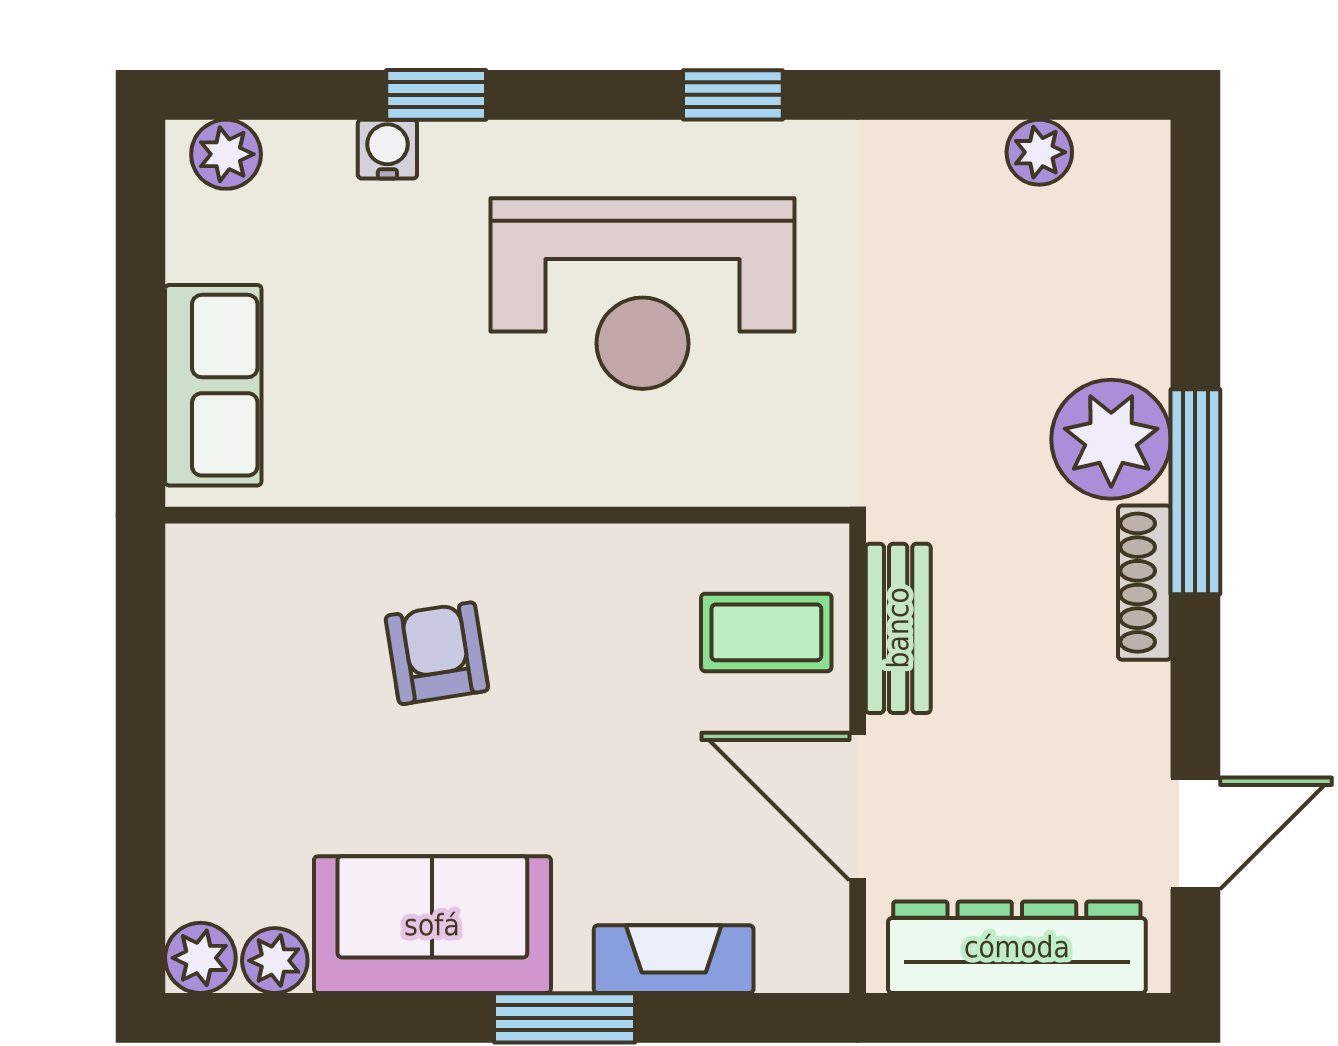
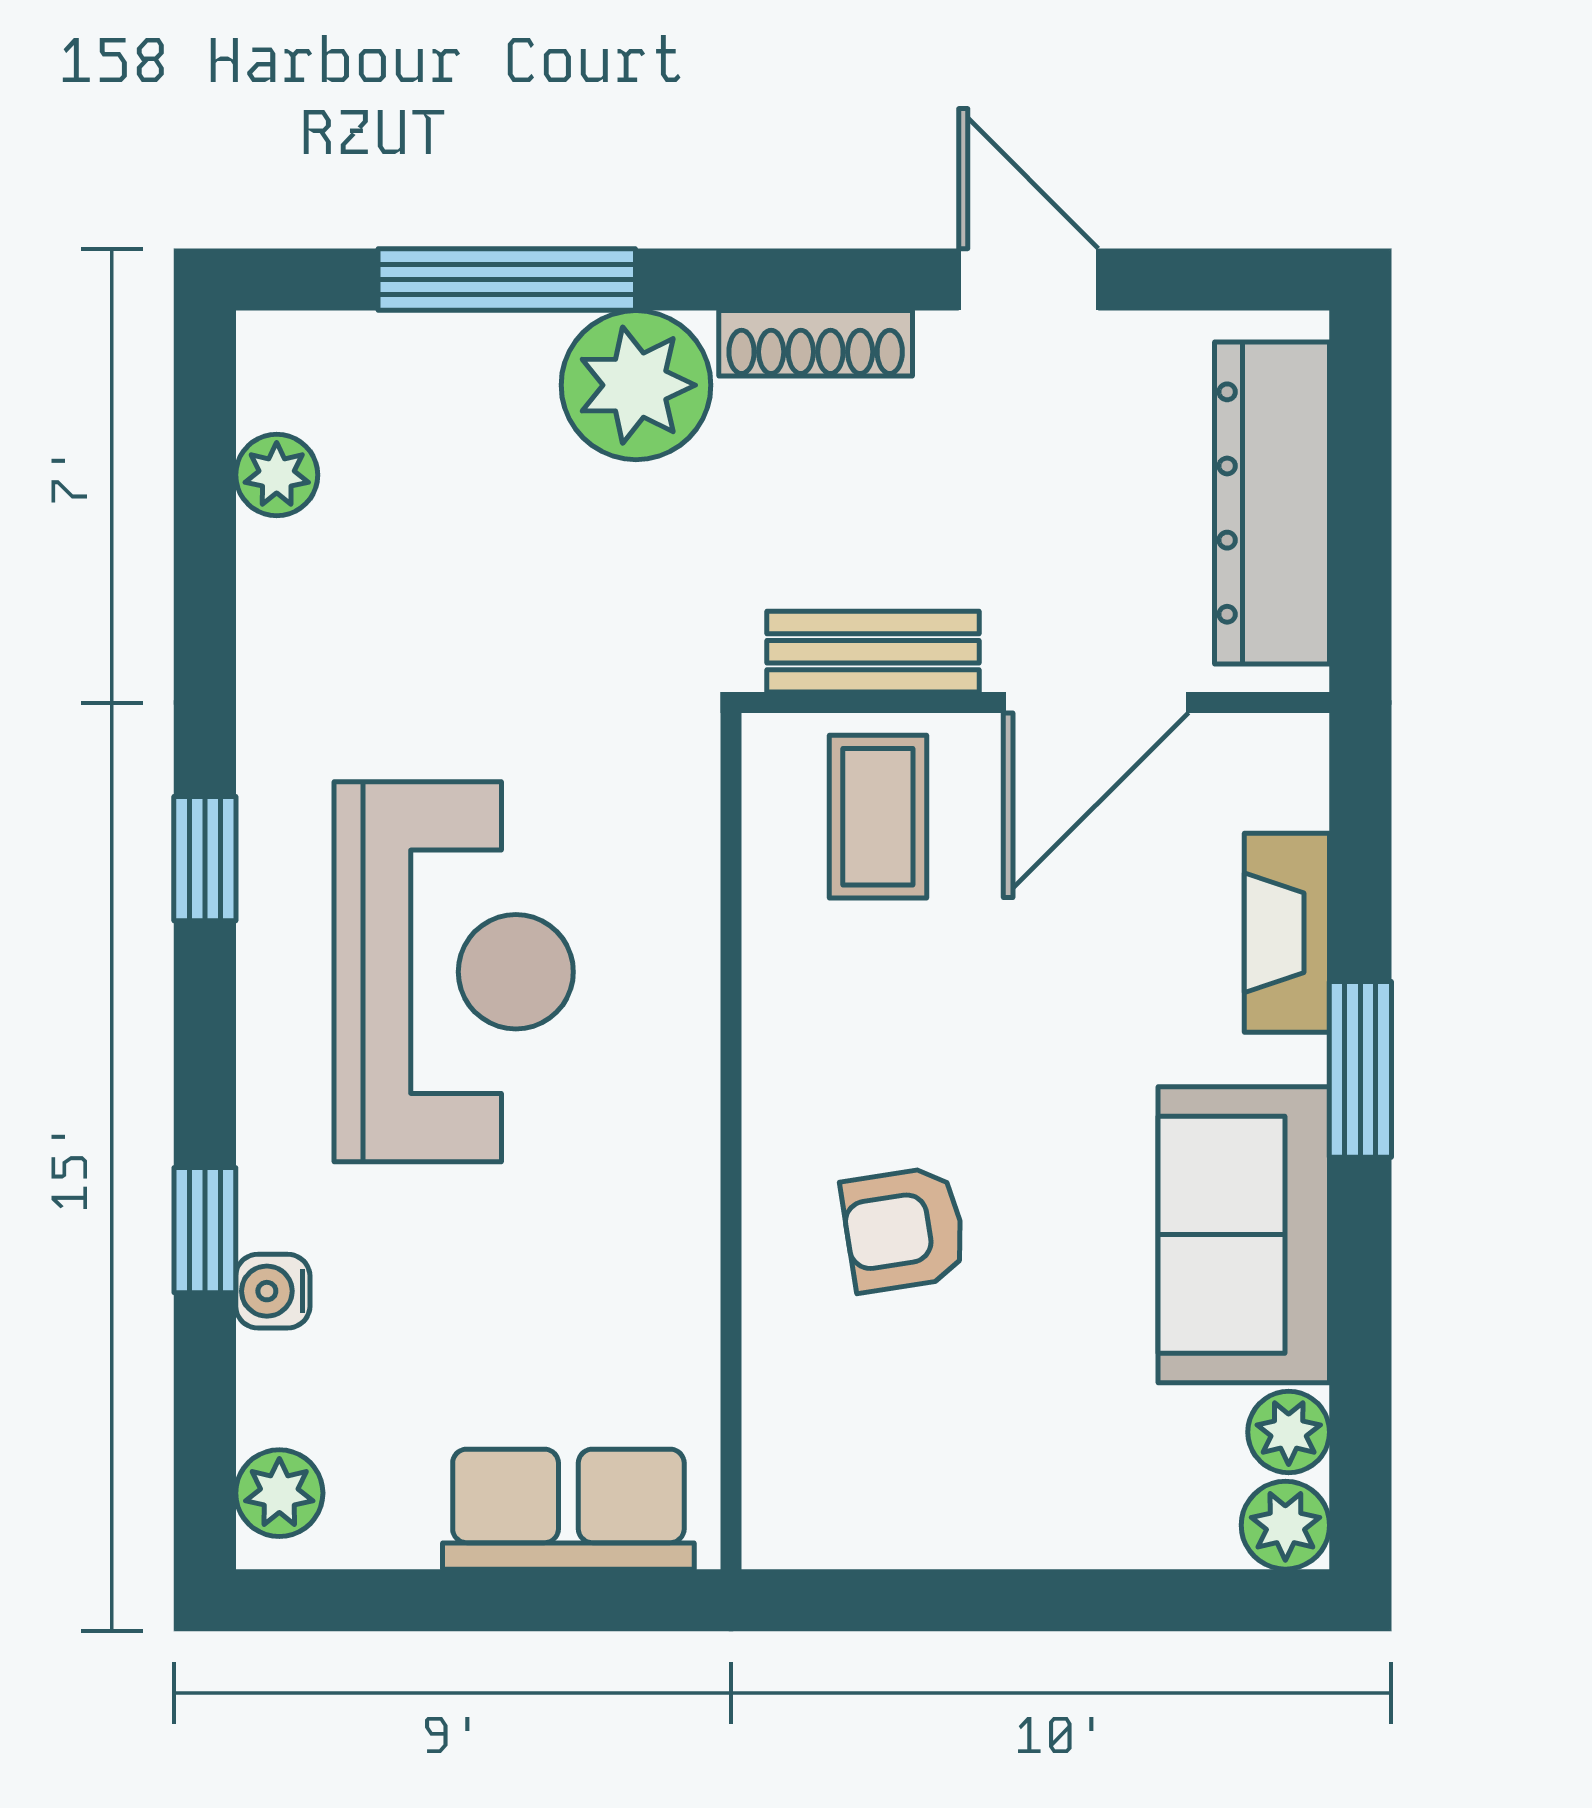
window: (1195, 492) -> (507, 280), moved
door: (1195, 833) -> (1029, 280), moved

